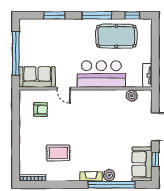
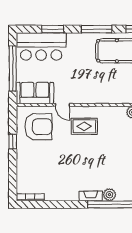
bar counter: (101, 74) -> (41, 46), moved, turned 180
armchair: (41, 110) -> (38, 127), width x1.88, depth x1.88
window: (16, 124) -> (13, 142), added
rug: (58, 153) -> (84, 126), moved

